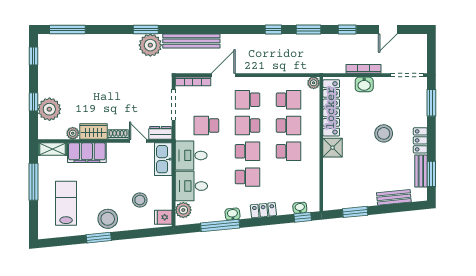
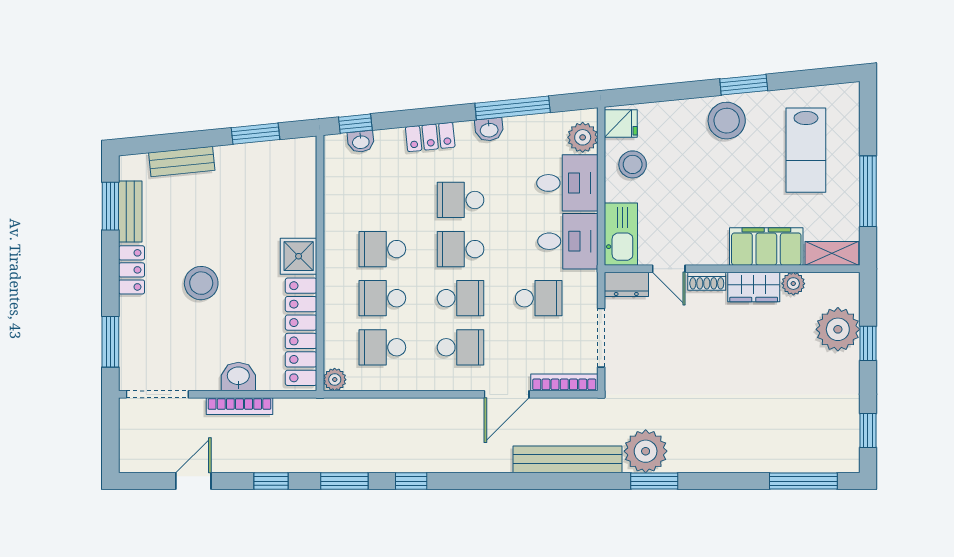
stool: (140, 200) -> (633, 164), moved

